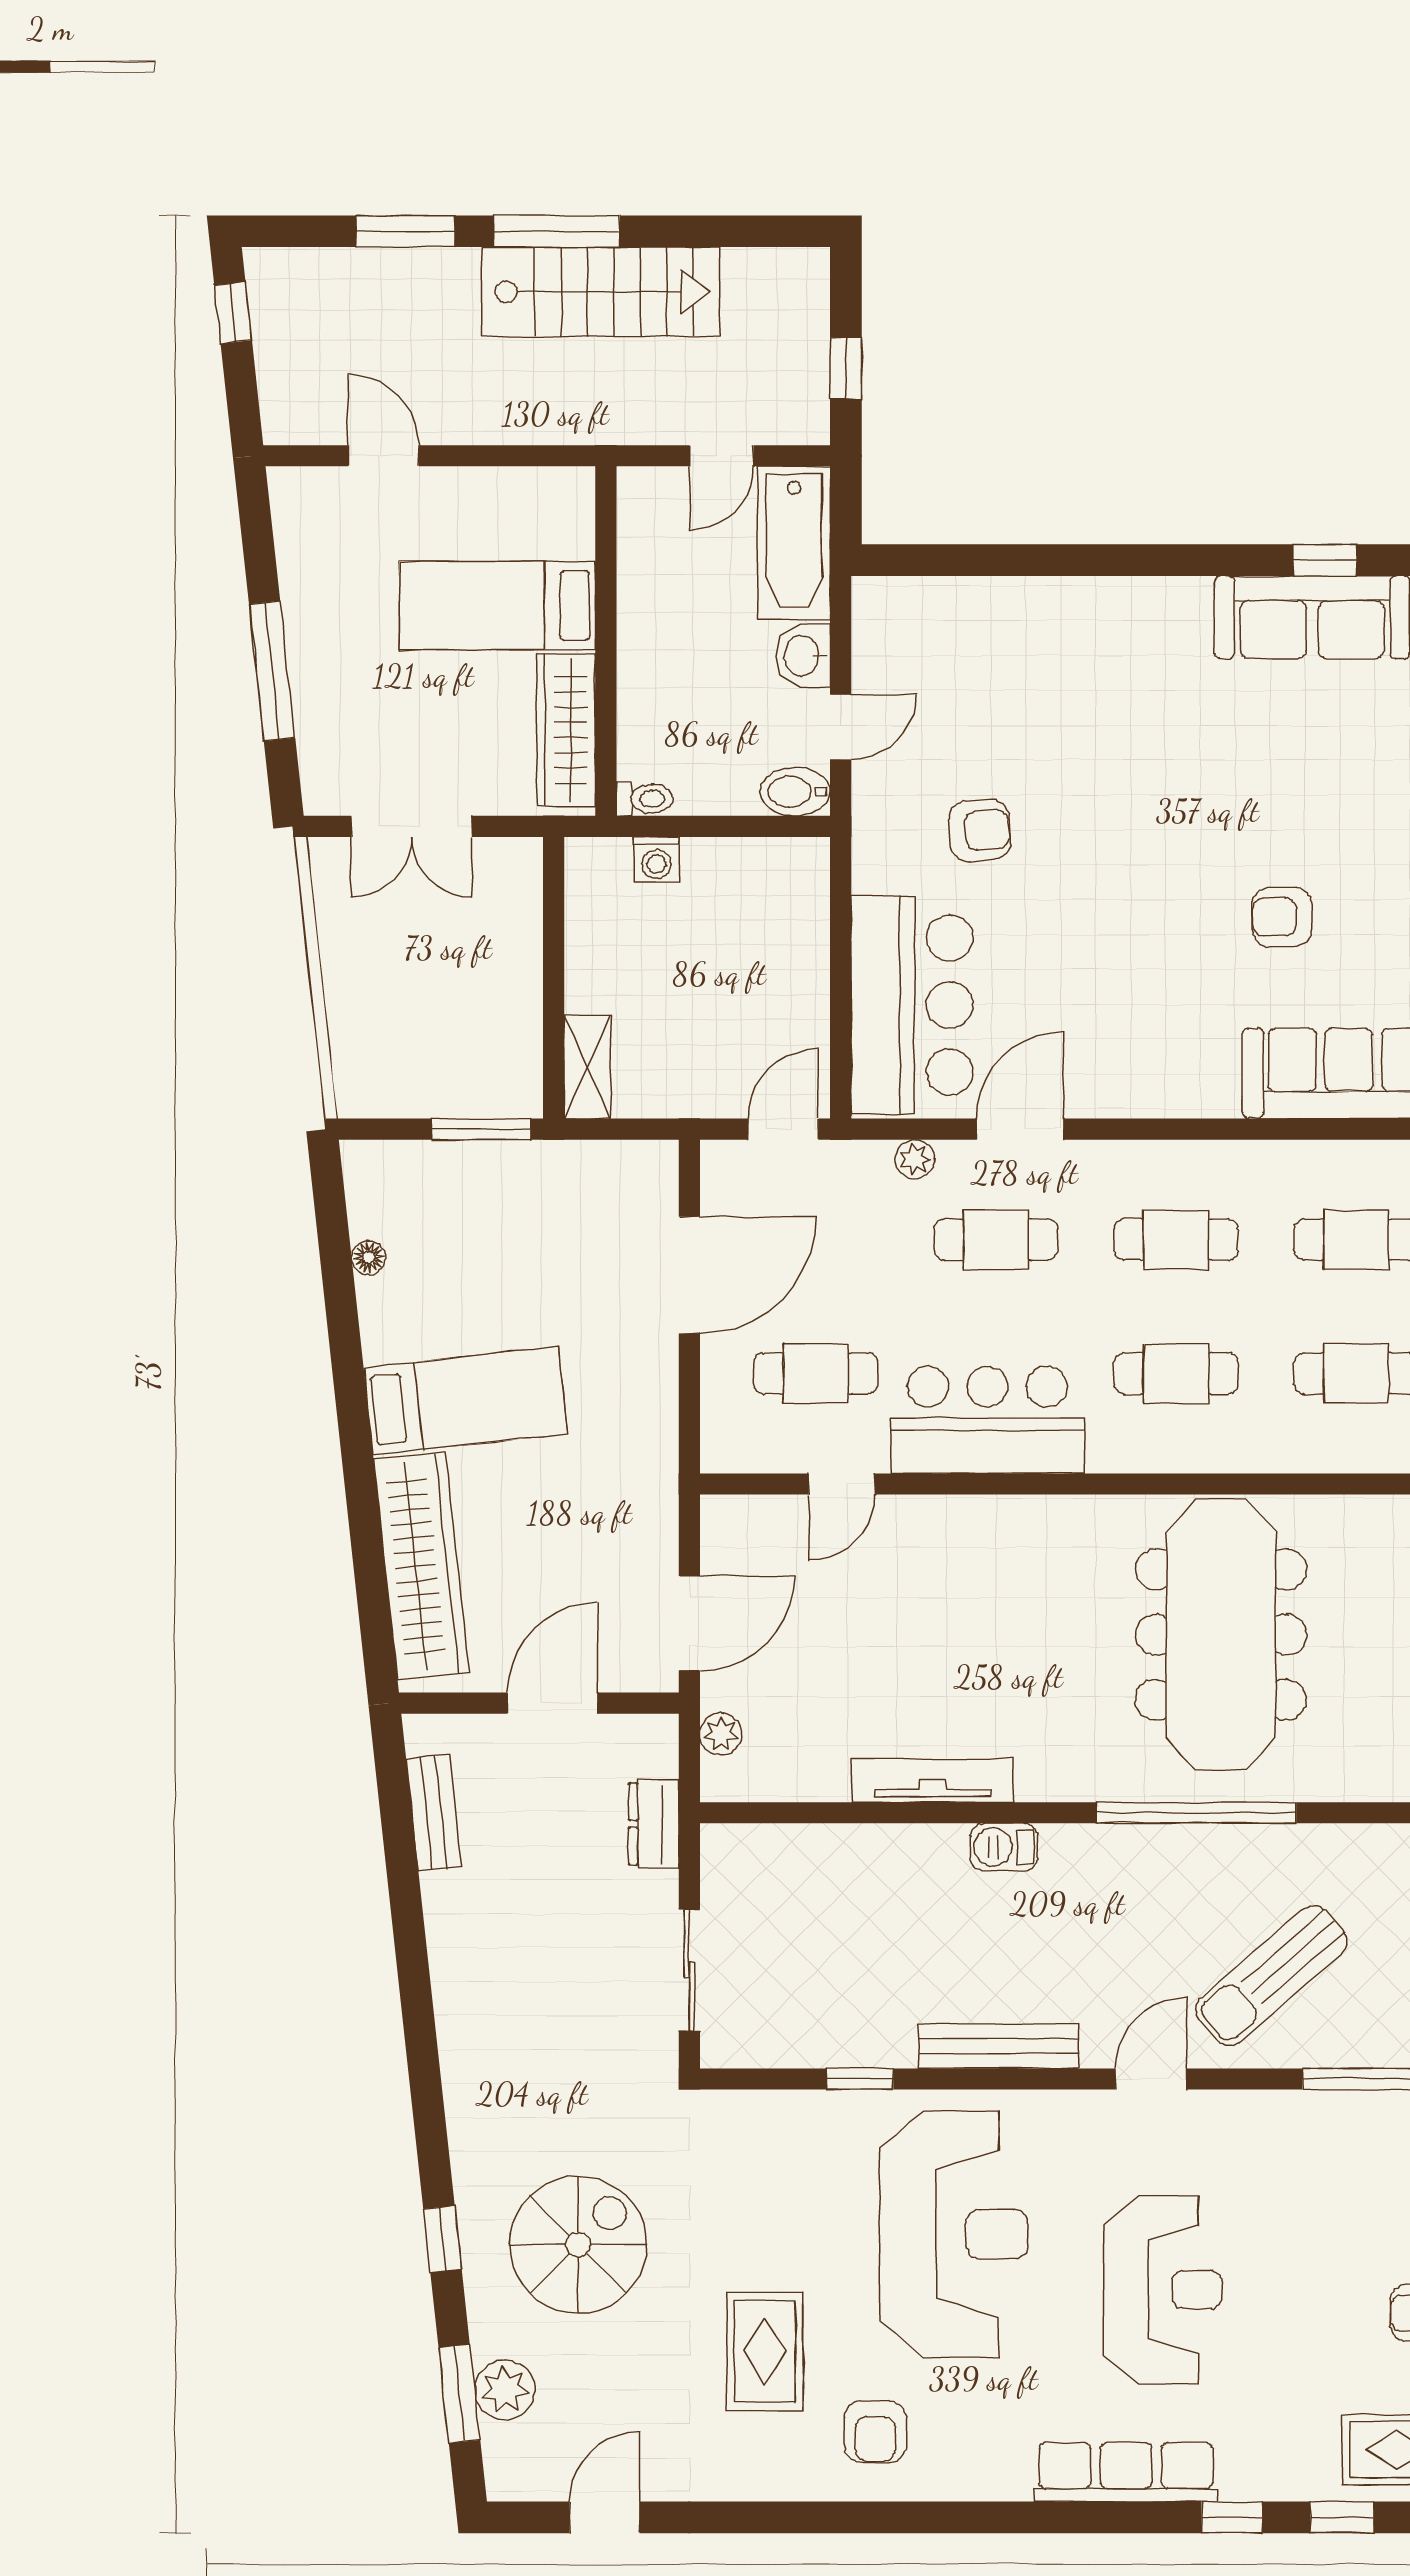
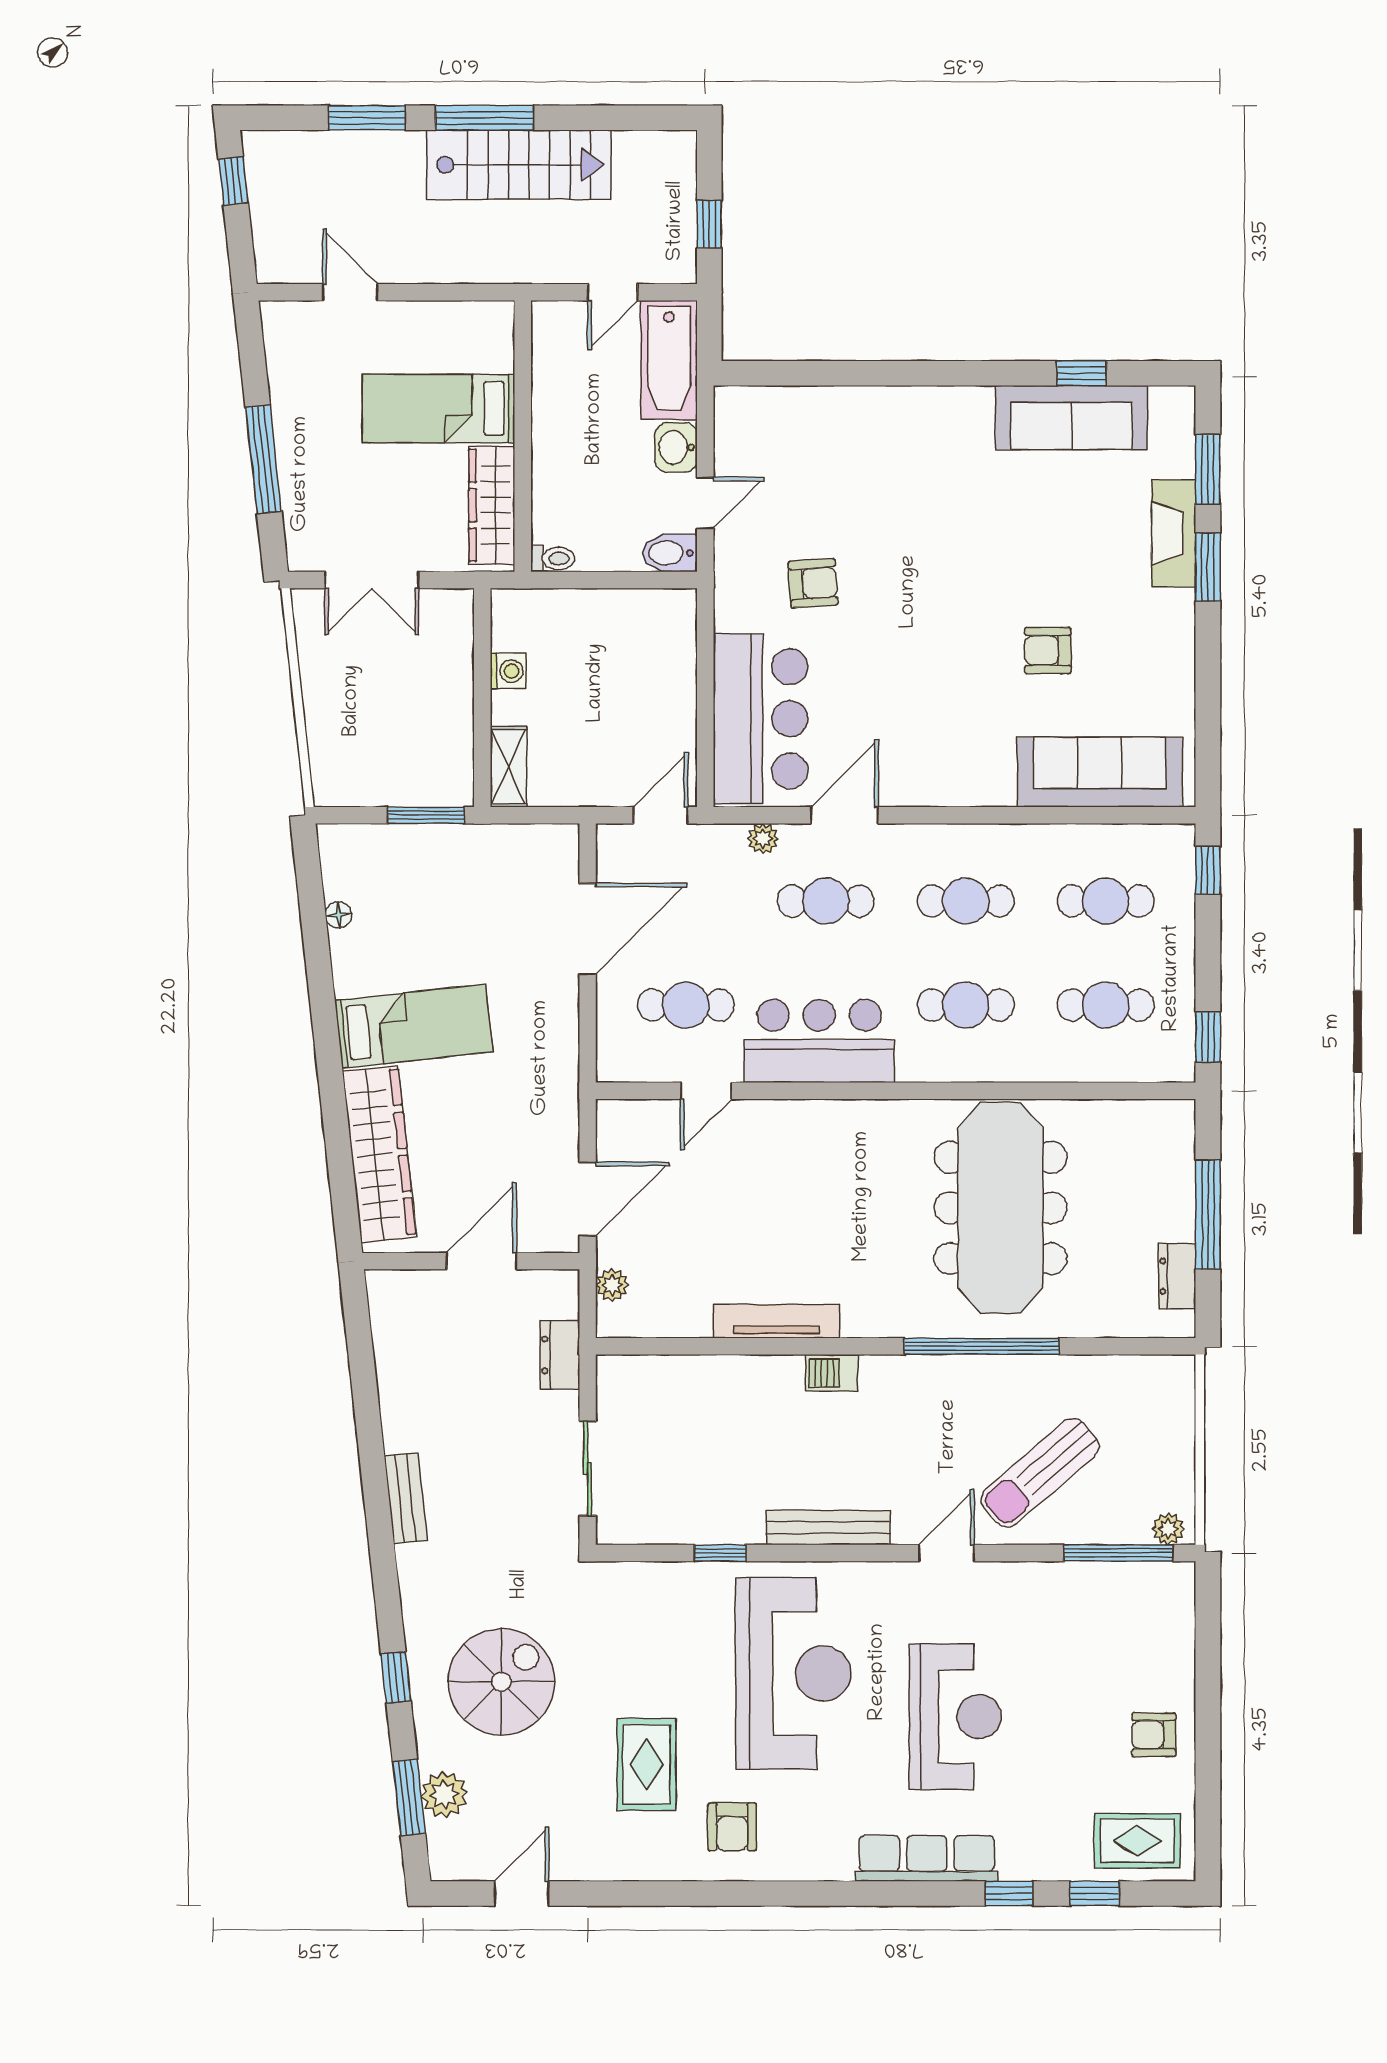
washing machine: (656, 859) -> (508, 671), moved, turned -90
bench: (434, 1813) -> (406, 1498), moved

